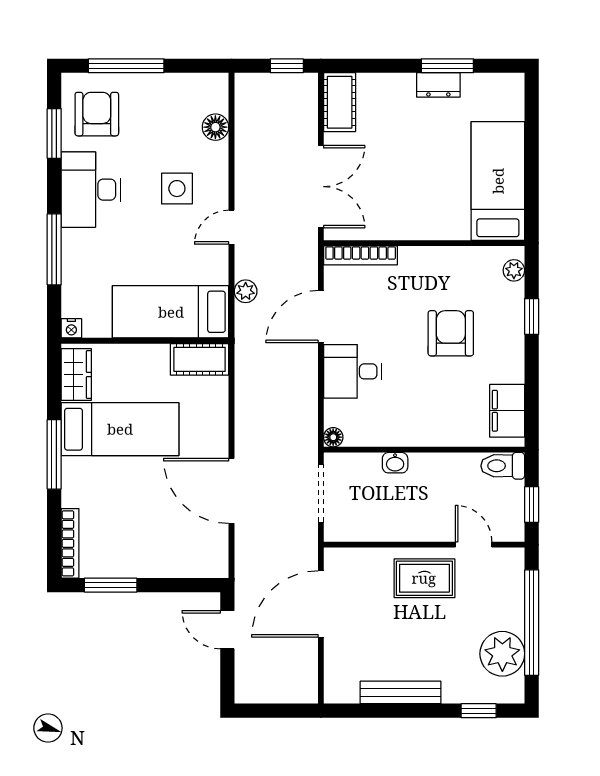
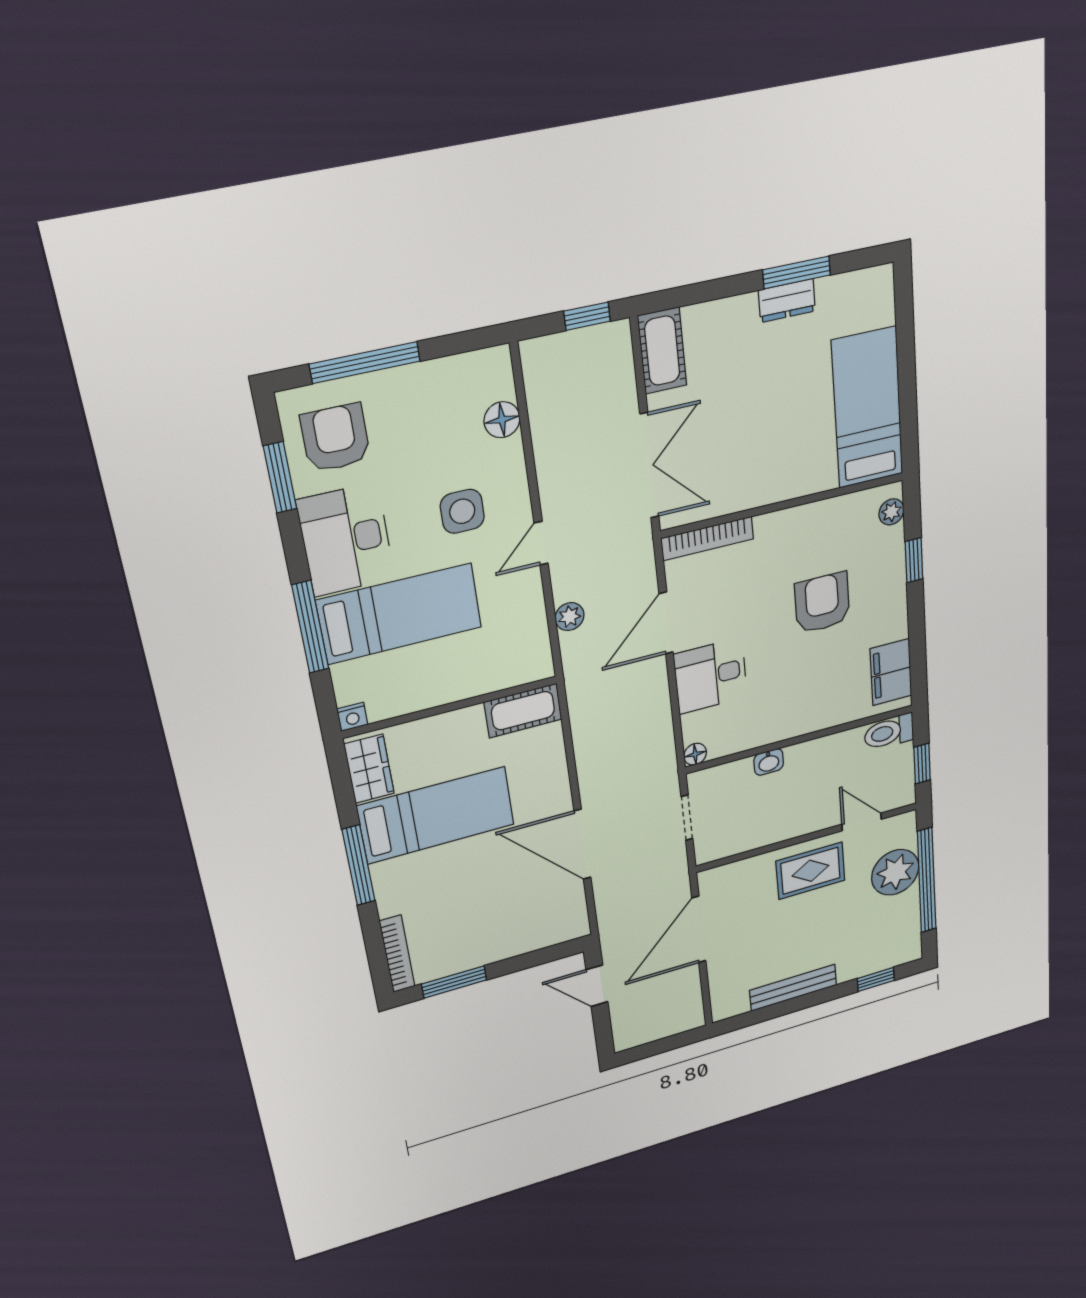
bed: (171, 312) -> (400, 614), moved, turned 180
doorway: (321, 493) -> (687, 818), width x0.73
plant: (502, 654) -> (895, 872), moved

